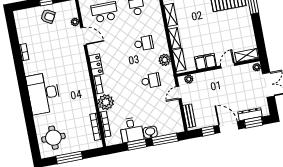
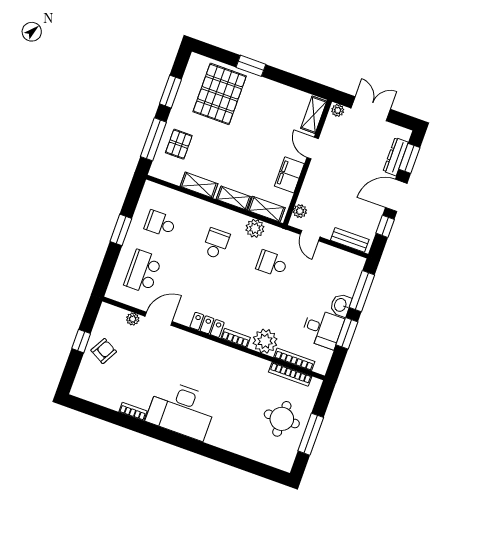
school desk: (151, 81) -> (272, 264), turned -90
desk: (44, 93) -> (182, 410), moved
round table: (53, 138) -> (282, 419), moved

